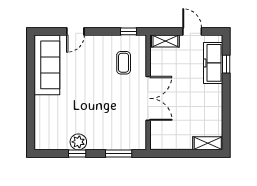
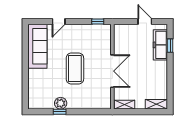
shelving: (165, 41) -> (124, 105), moved
coffee table: (124, 63) -> (75, 69), moved, width x1.86, depth x1.72
window: (119, 154) -> (90, 112), removed

